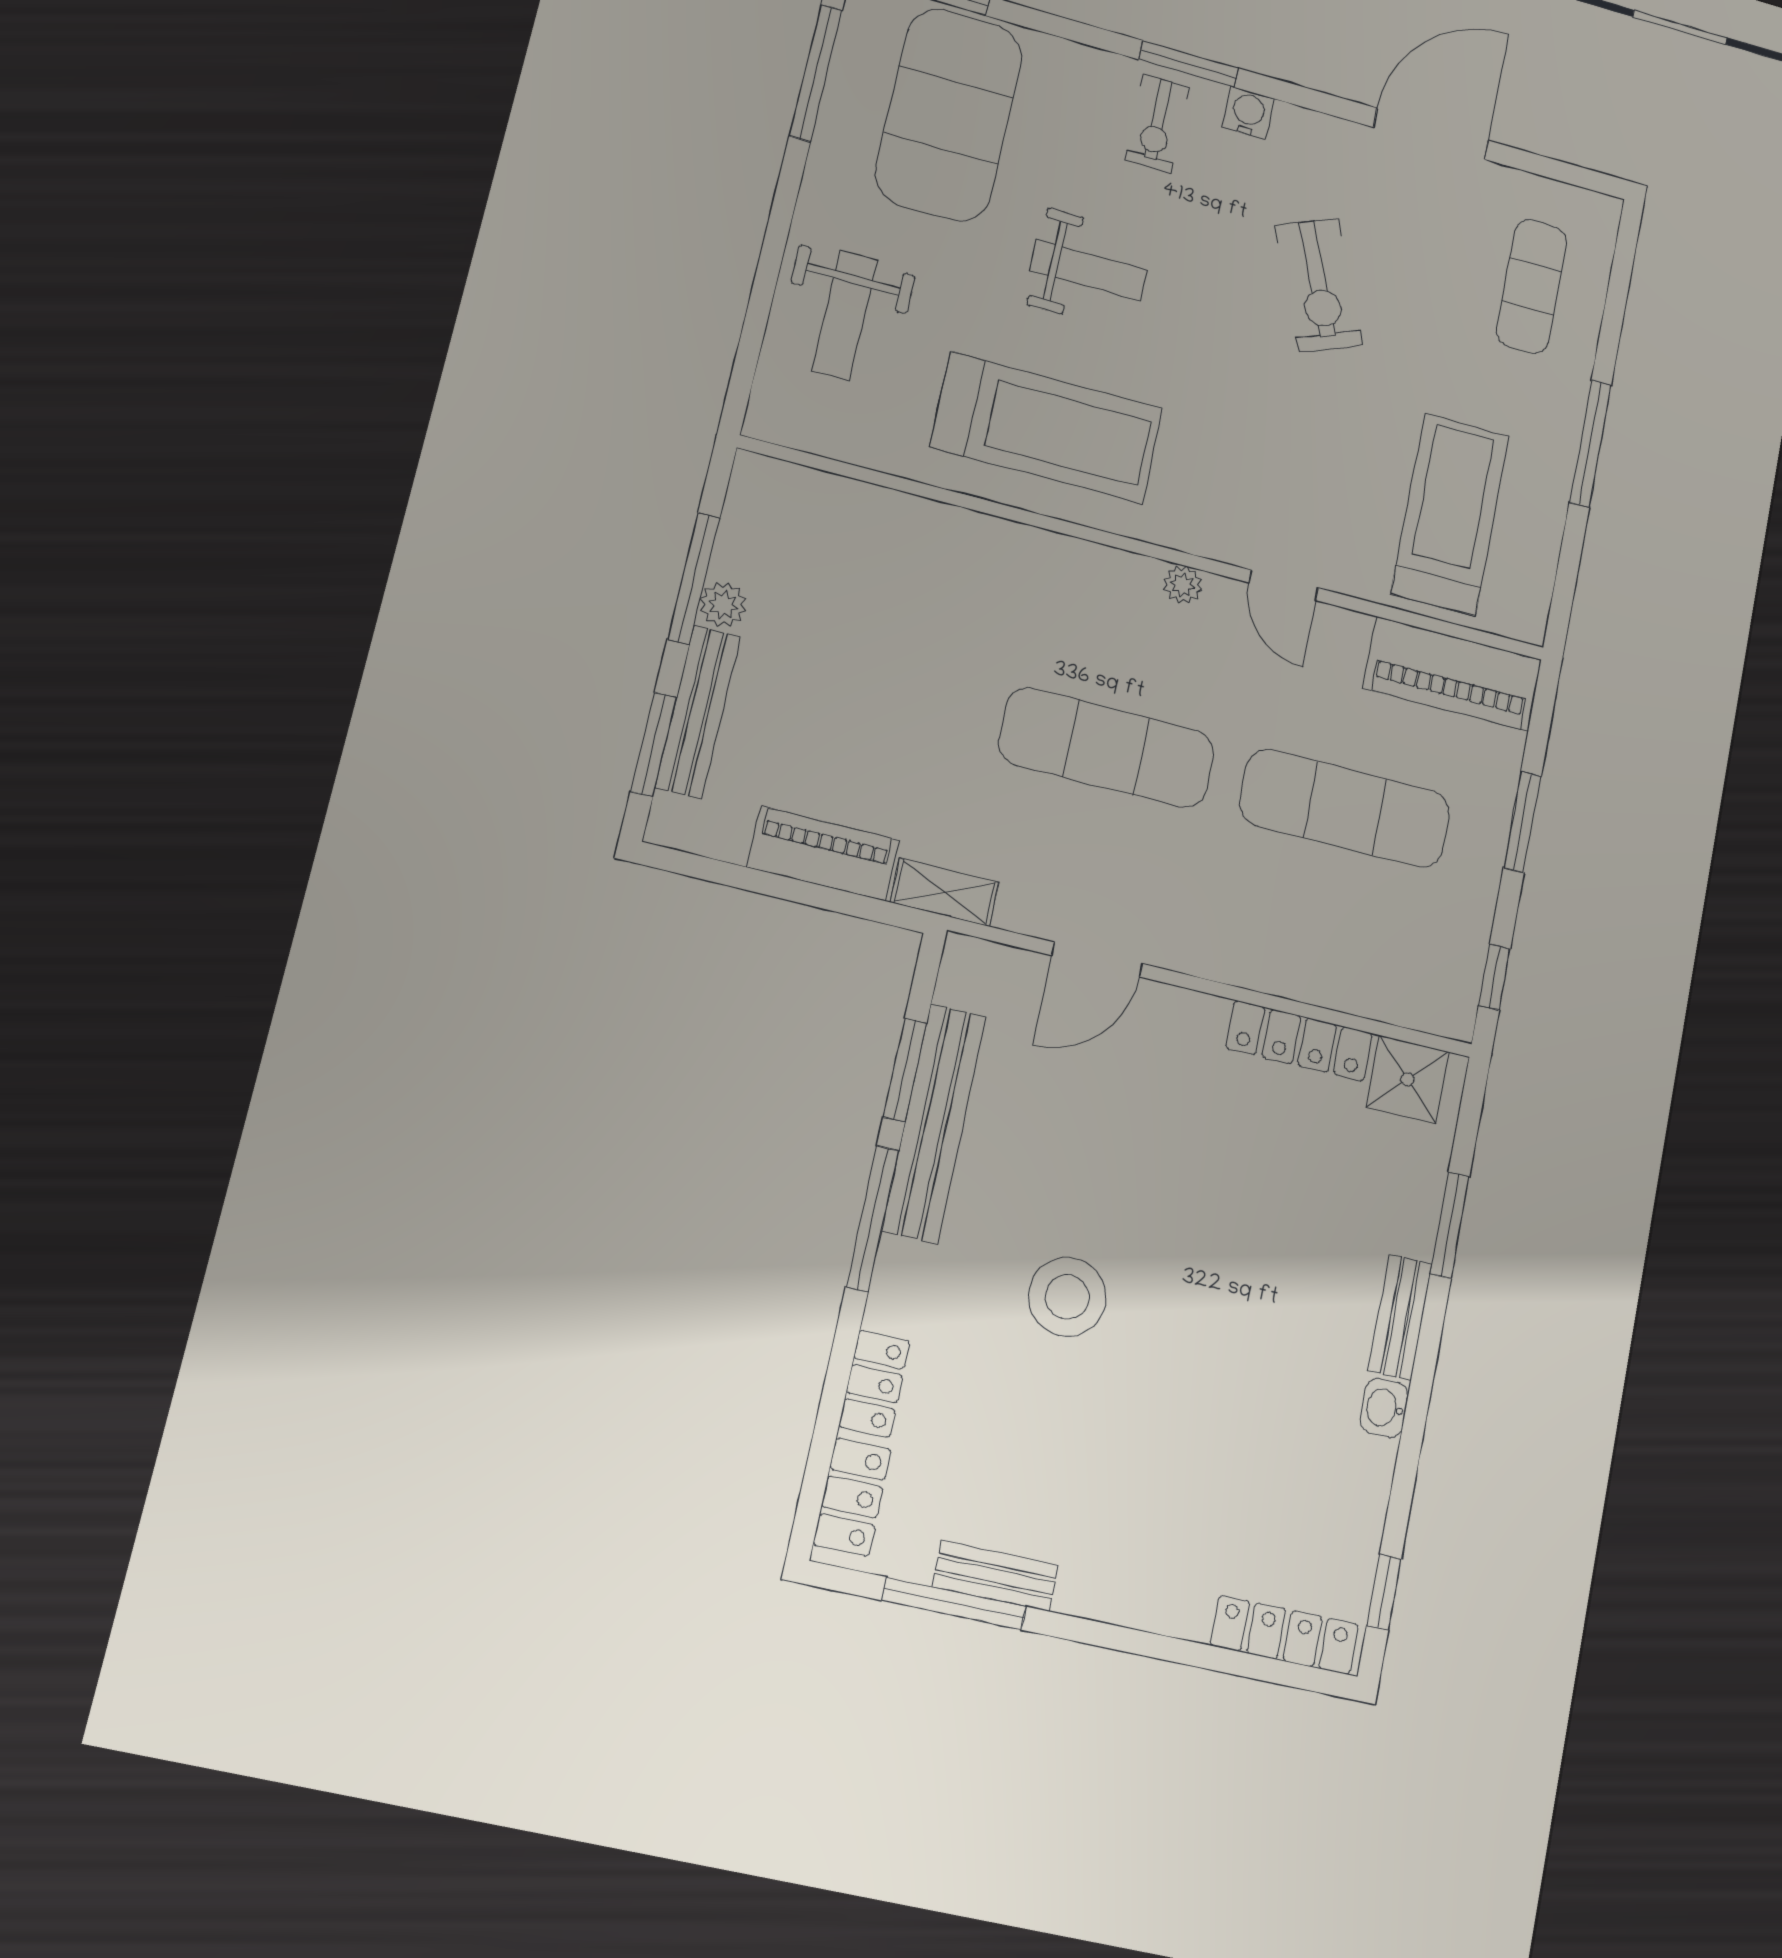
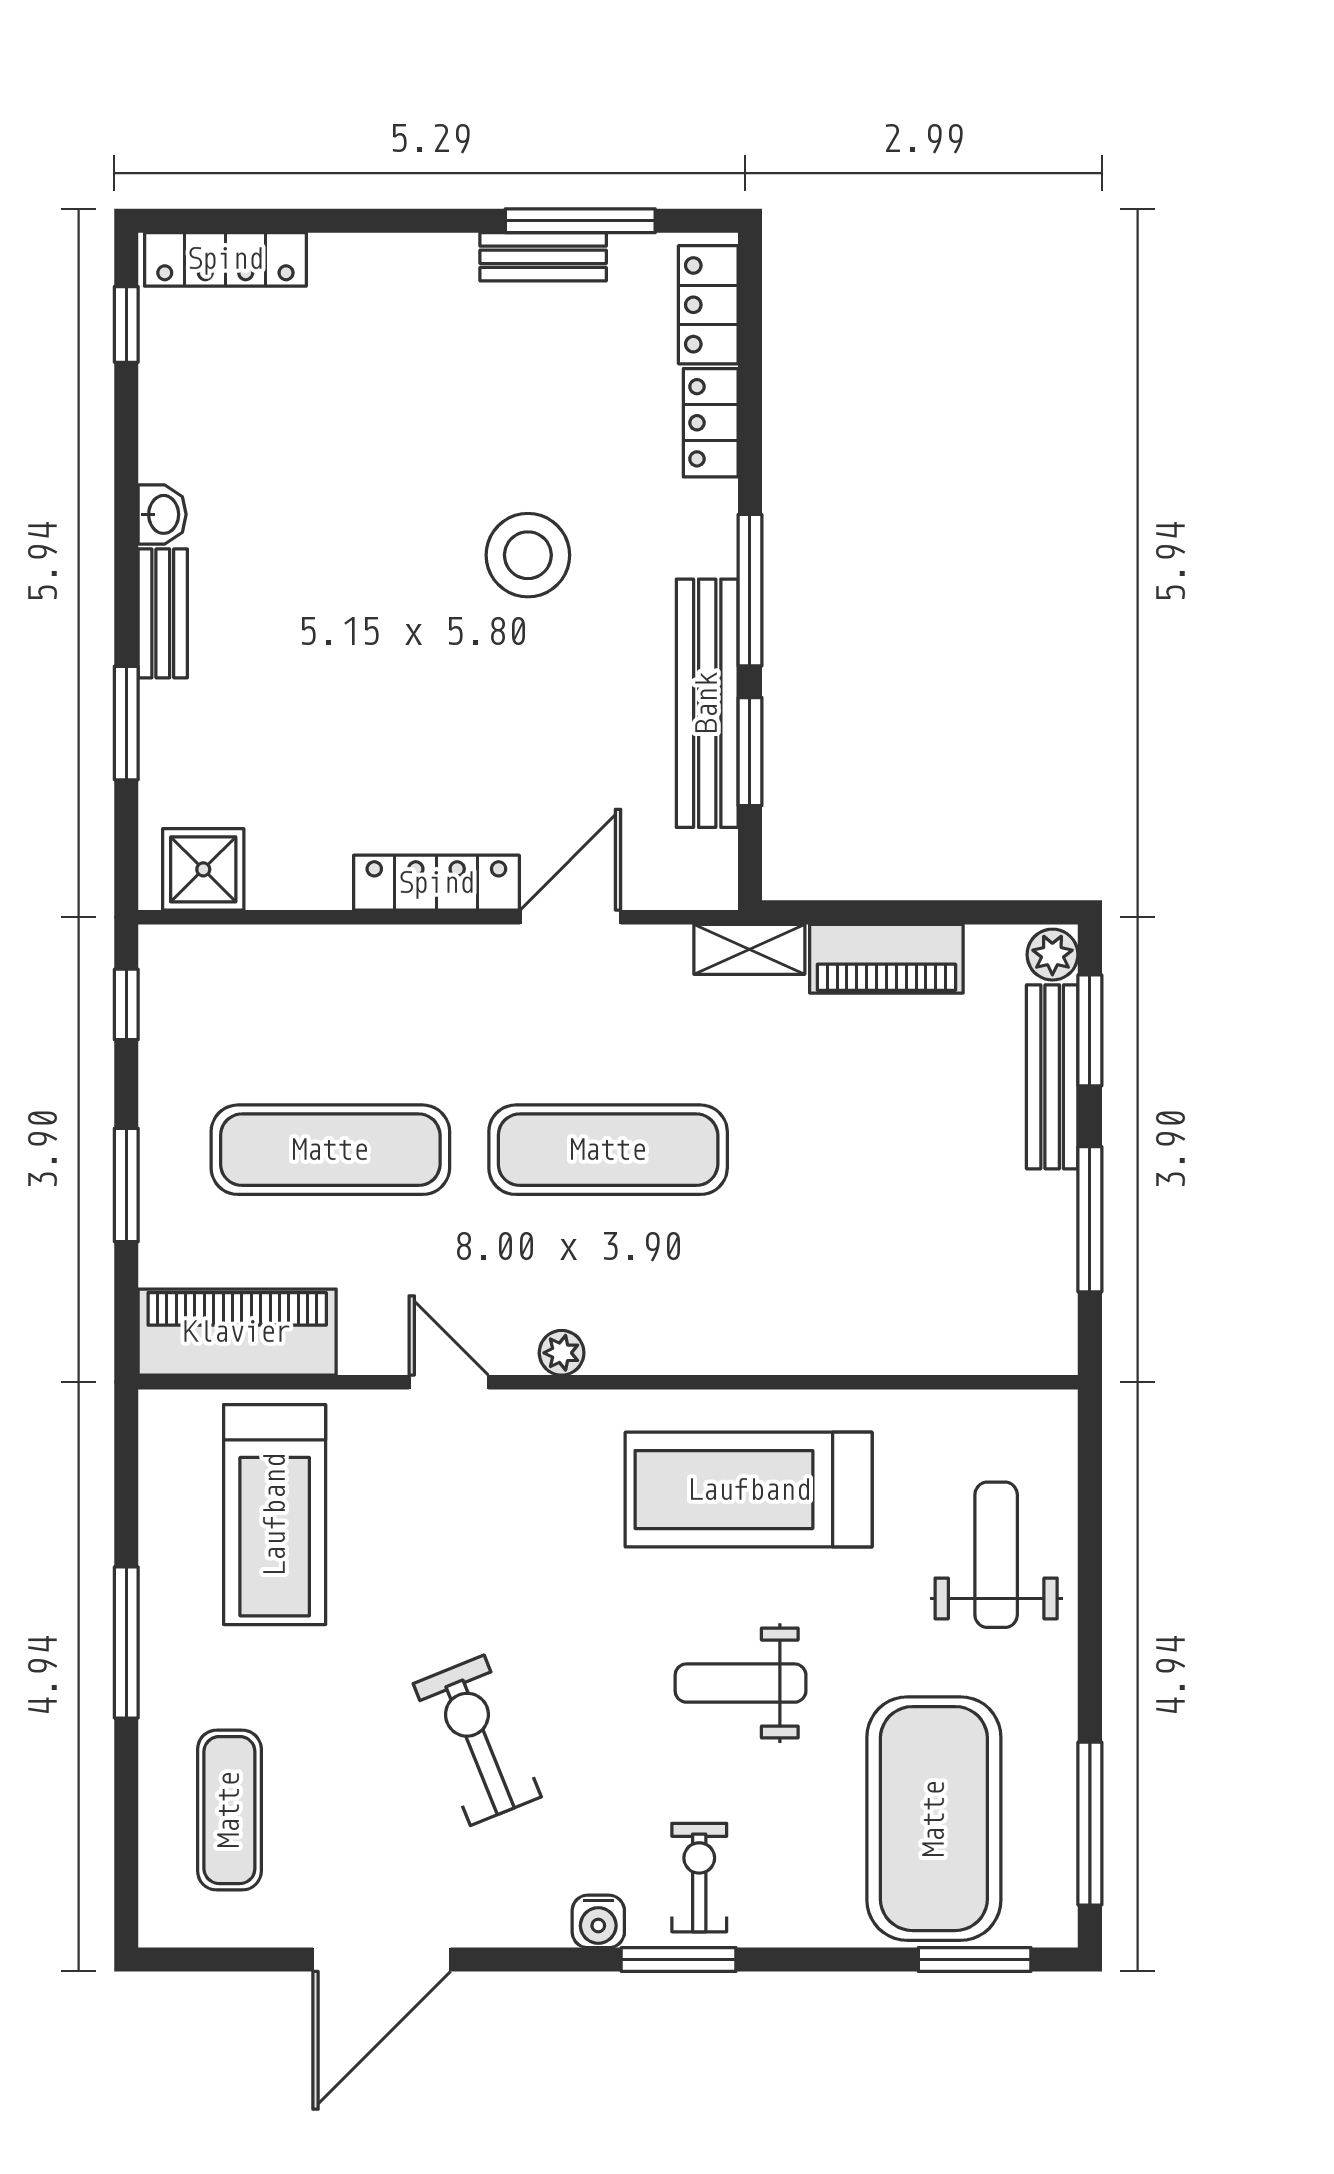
plant: (723, 605) -> (1052, 955), moved
locker: (1299, 1041) -> (436, 883), moved

